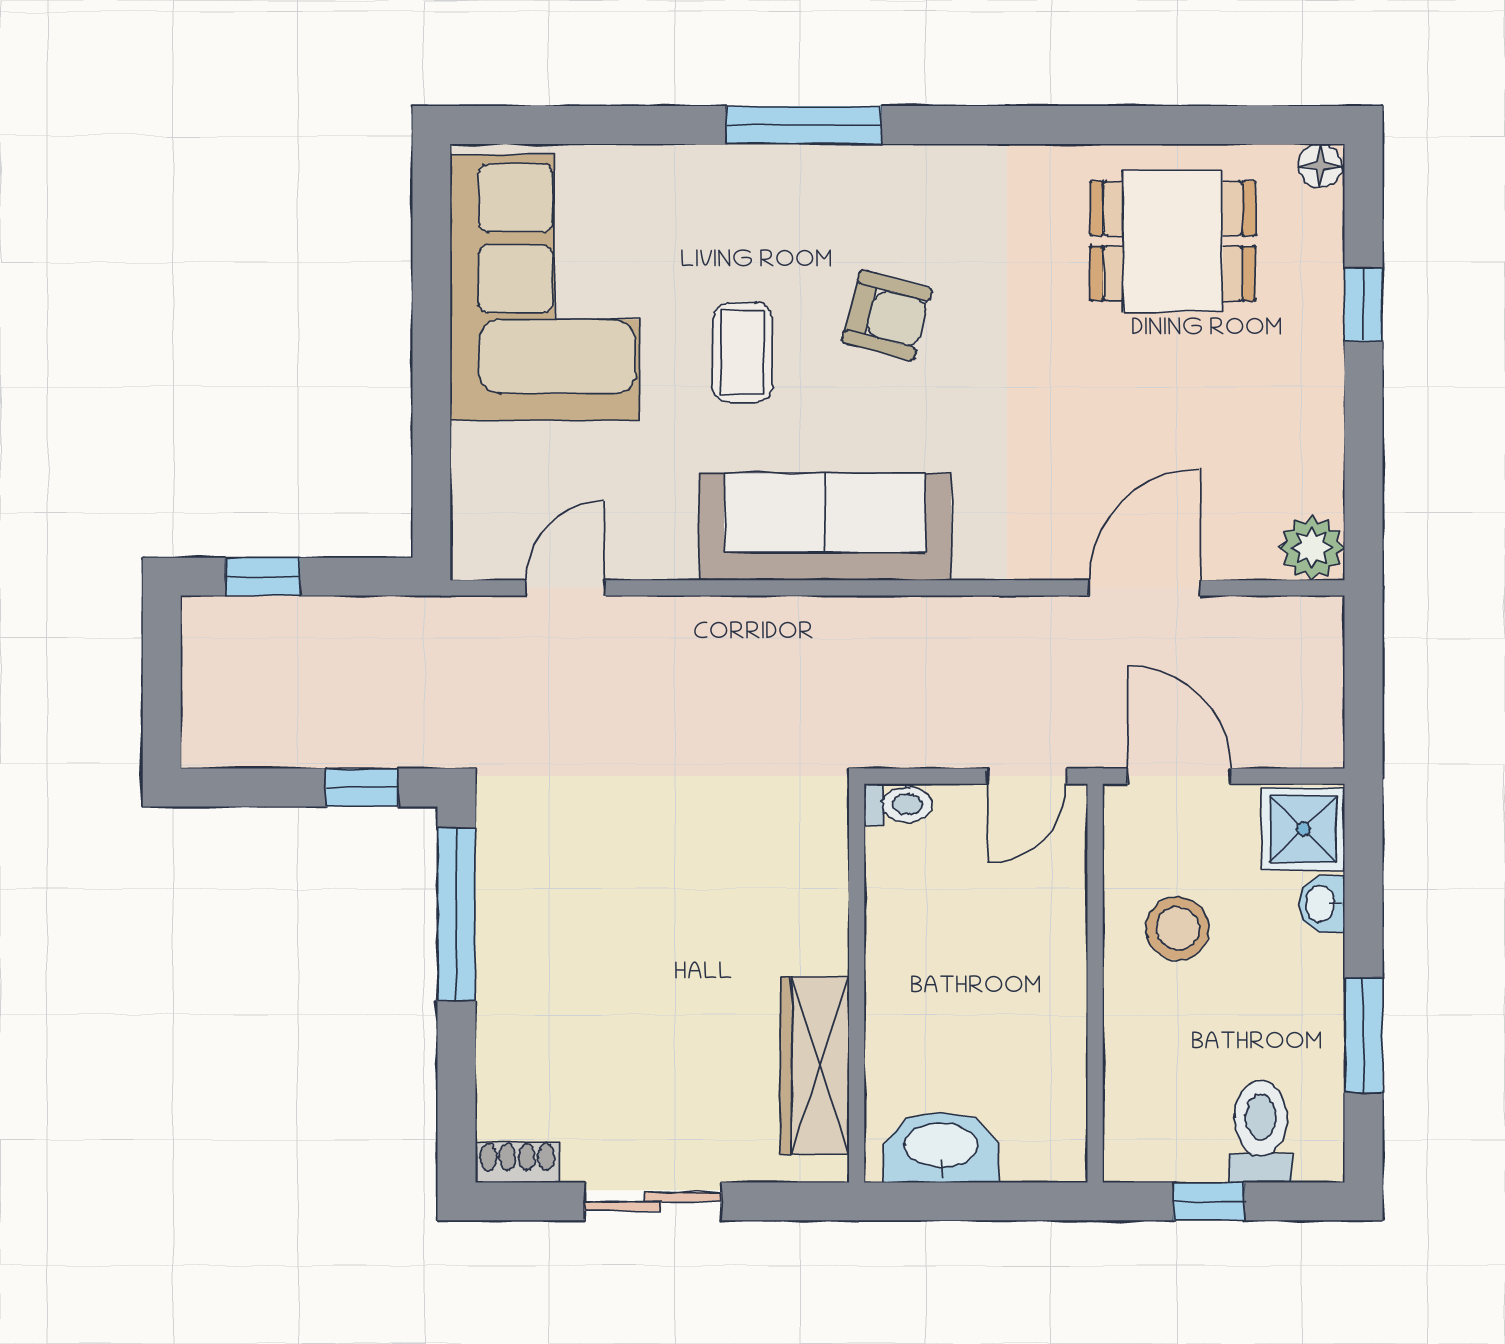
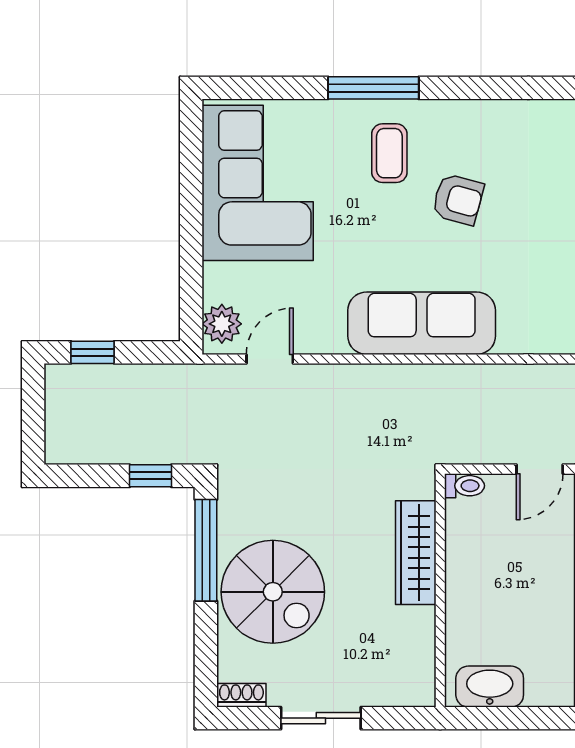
window: (804, 125) -> (373, 88), moved
coffee table: (742, 352) -> (389, 153), moved
plant: (484, 528) -> (222, 324), added
spiral stairs: (571, 986) -> (273, 592), added
wardrobe: (815, 1065) -> (416, 553), moved

